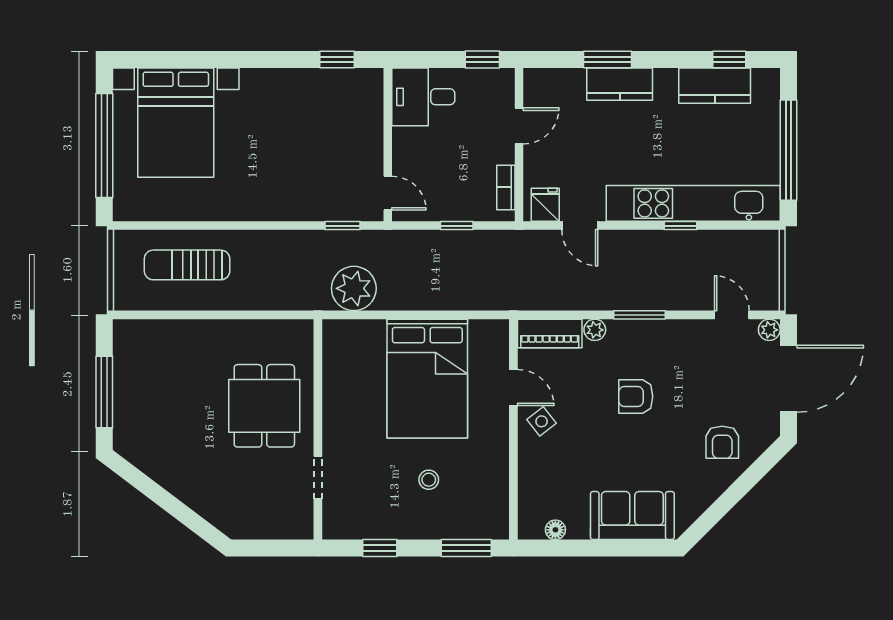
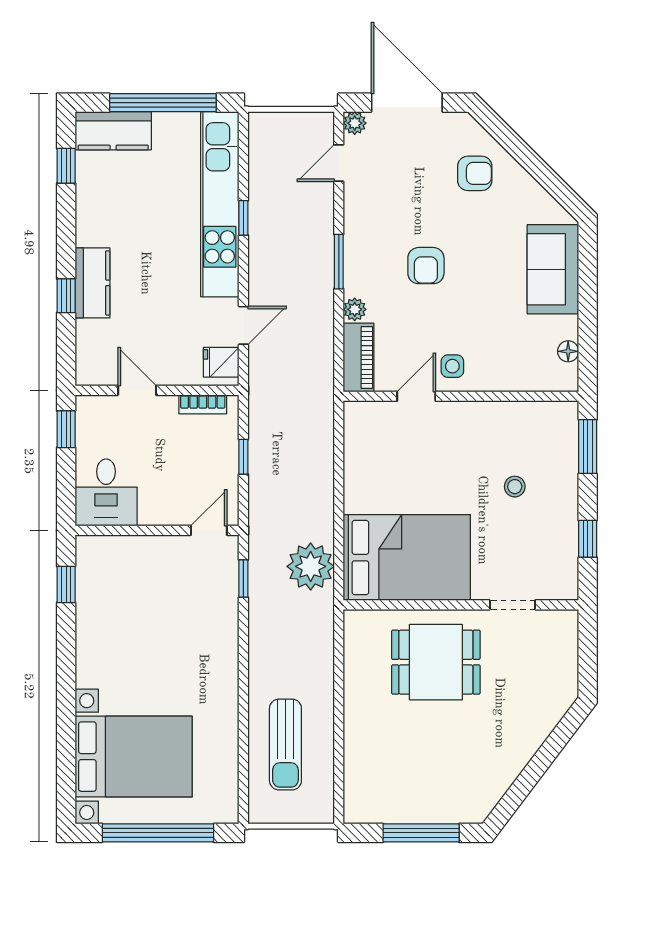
window: (607, 59) -> (66, 296), width x0.67
kitchen counter: (715, 86) -> (113, 131), moved, turned 90
bed: (427, 379) -> (407, 558), moved
side table: (542, 421) -> (452, 366), turned 38

